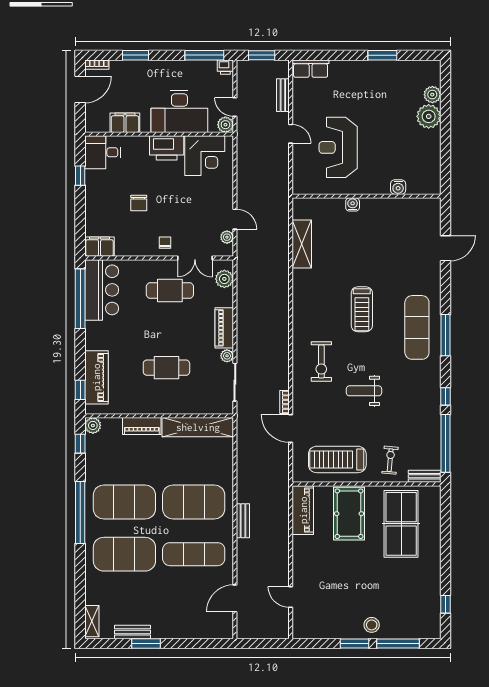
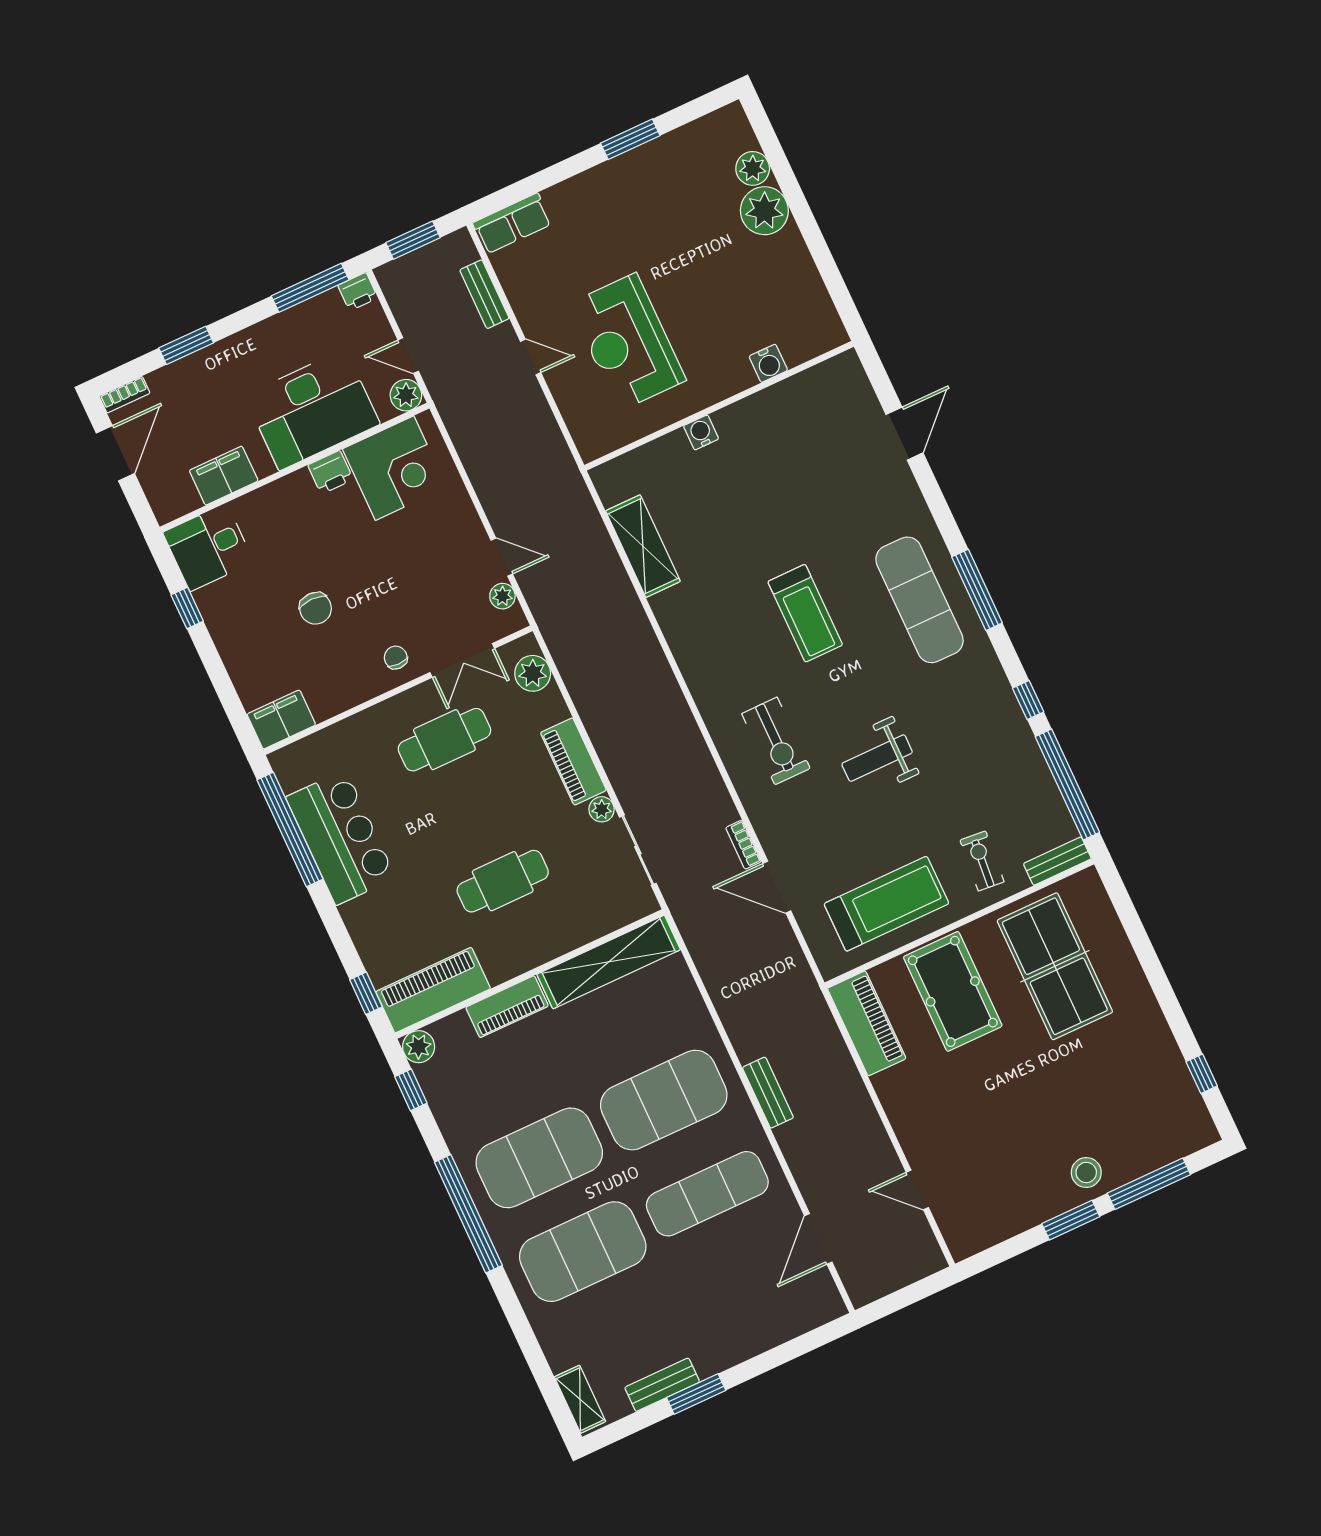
printer: (167, 148) -> (331, 472), width x0.53, depth x0.68
bar counter: (102, 290) -> (341, 837), moved
piano: (96, 377) -> (433, 990), moved, turned -90
treadmill: (337, 459) -> (886, 904), turned 180

